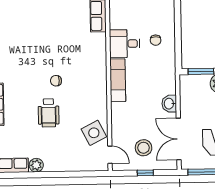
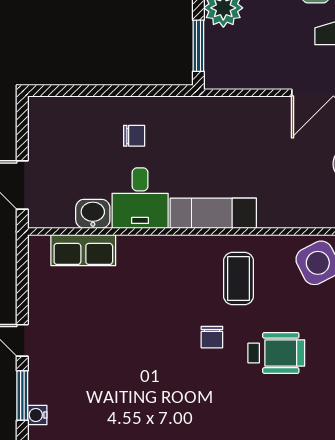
coffee table: (85, 93) -> (238, 278), added
washbasin: (169, 104) -> (93, 214), moved, turned 180

